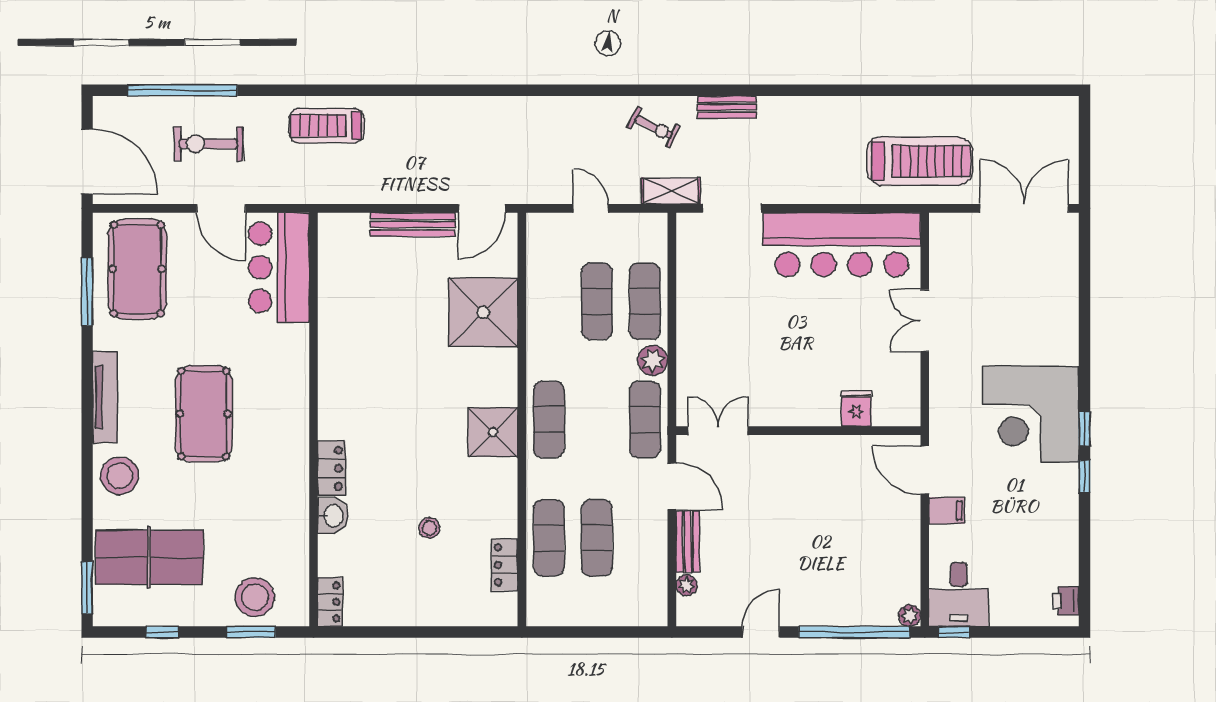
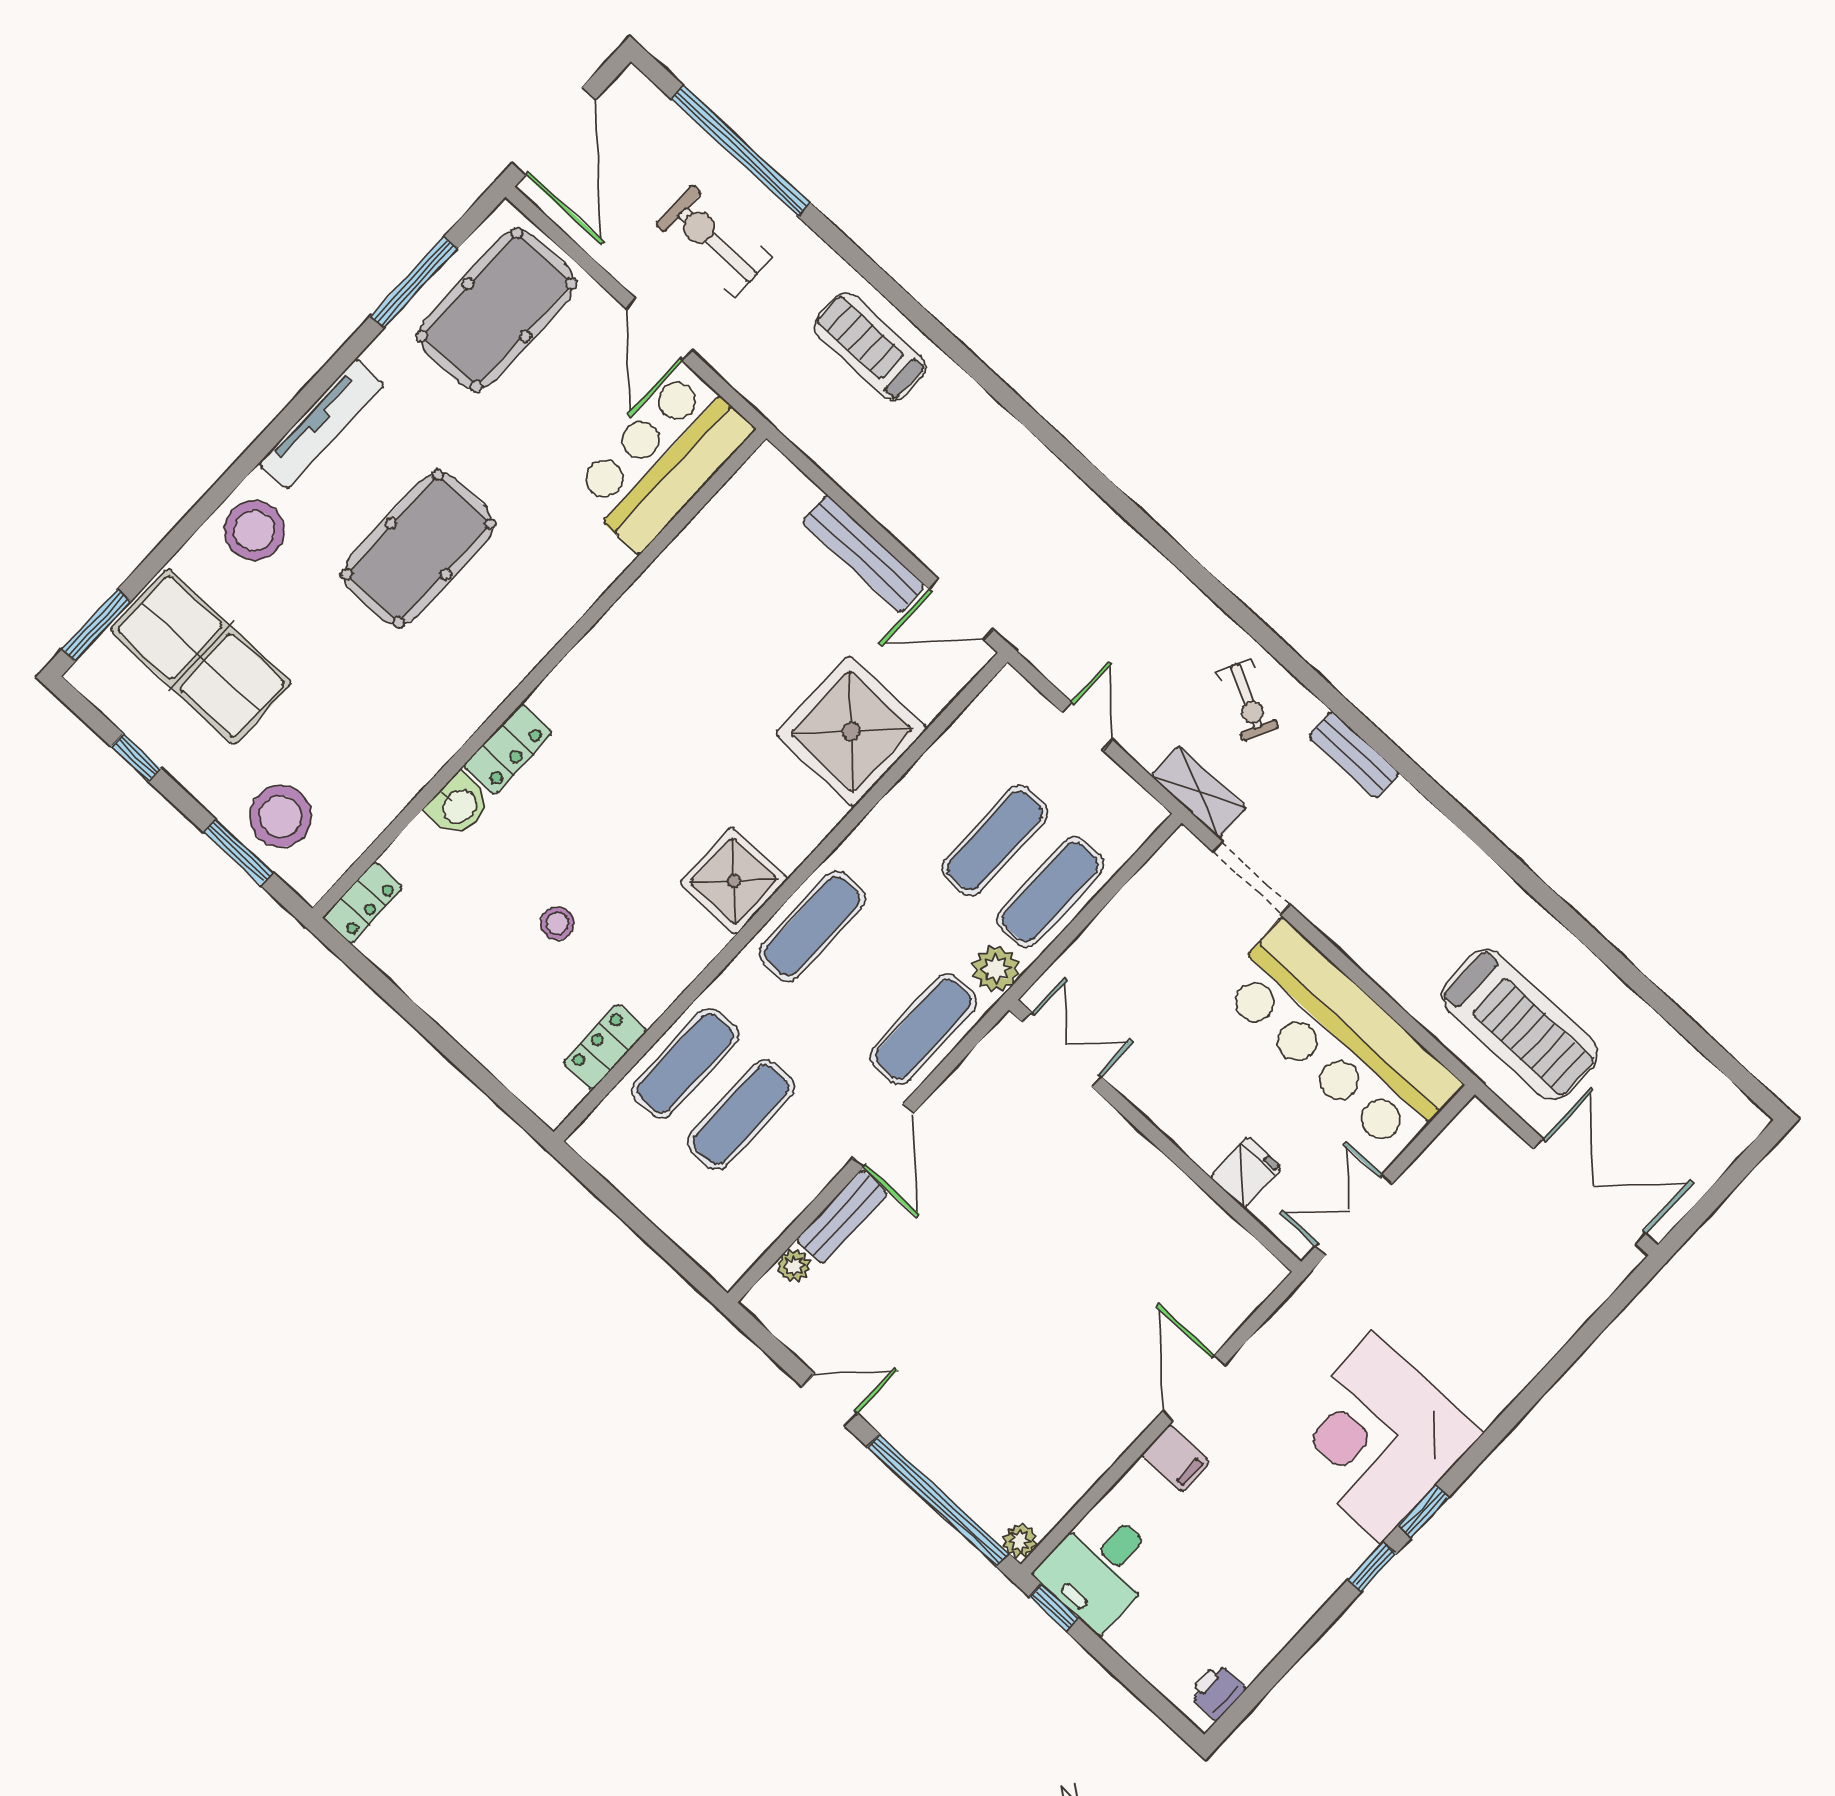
fridge: (856, 409) -> (1246, 1173), moved
double door: (718, 431) -> (1062, 1050), moved
wall: (798, 431) -> (1155, 1136), moved

